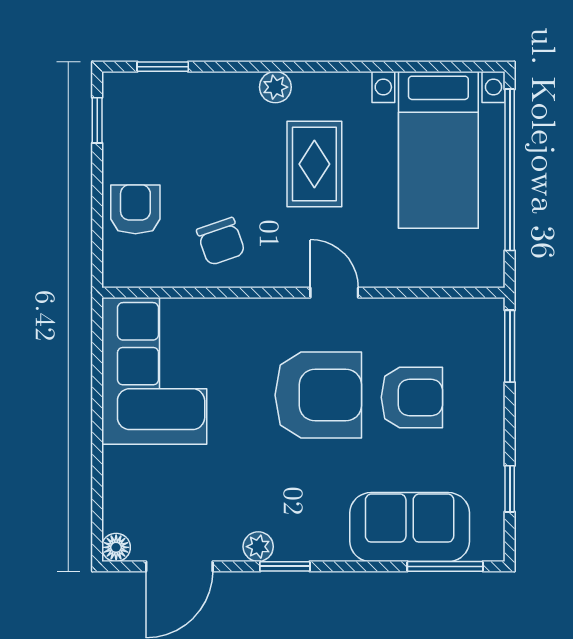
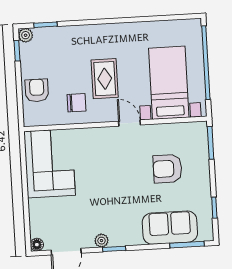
plant: (275, 87) -> (26, 35), moved
bed with nightstands: (438, 150) -> (169, 83), moved, turned 180
rug: (314, 164) -> (105, 79), moved
chair: (221, 241) -> (77, 103), turned -71
armchair: (318, 395) -> (125, 170), removed
armchair: (412, 397) -> (167, 169), turned 180

